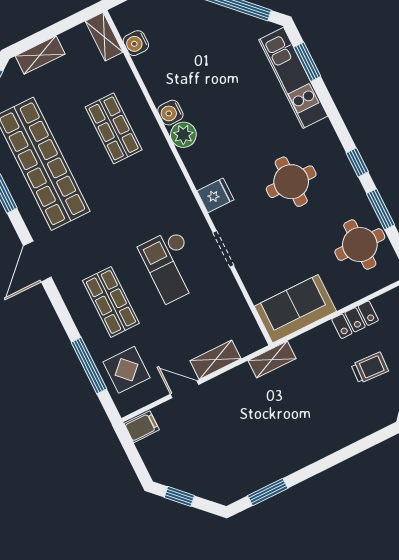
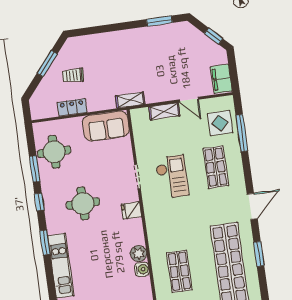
window: (307, 62) -> (45, 242), moved
filing cabinet: (142, 427) -> (221, 79), width x2.00

